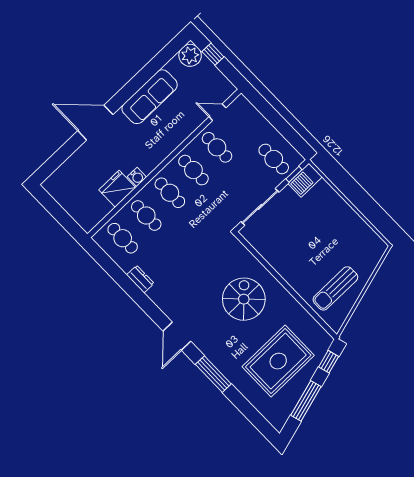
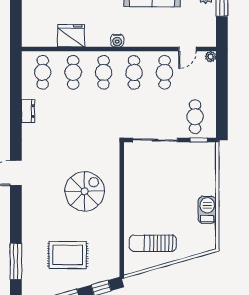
plant: (241, 101) -> (211, 57), added
door: (217, 112) -> (187, 49), swing flipped
water cooler: (137, 177) -> (117, 40), moved
barbecue: (305, 180) -> (207, 210), moved, turned 90
rug: (278, 361) -> (68, 255), width x0.73, depth x0.69
window: (213, 374) -> (16, 261), moved

